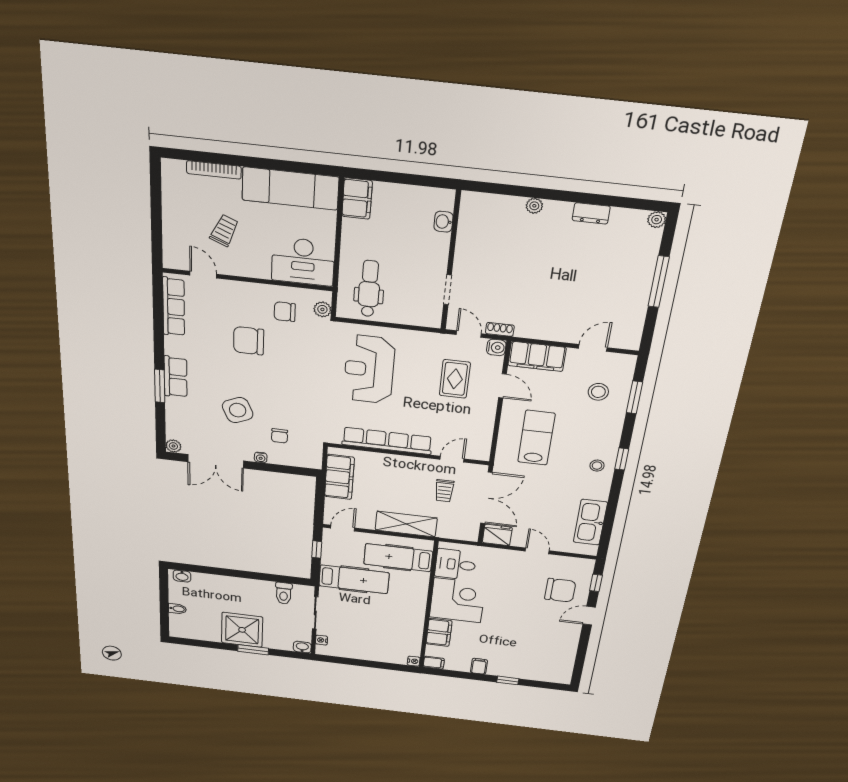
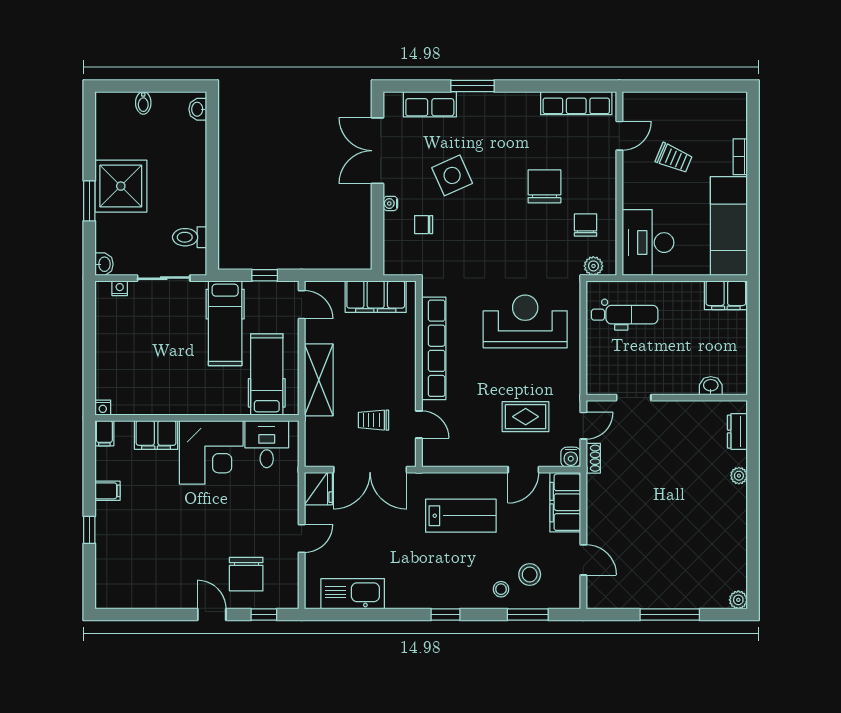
bookcase: (214, 170) -> (740, 157), width x0.64
dresser: (591, 213) -> (737, 432), moved
row of seats: (176, 377) -> (430, 104), moved
plant: (173, 446) -> (392, 101), removed
stool: (597, 466) -> (501, 589), moved

